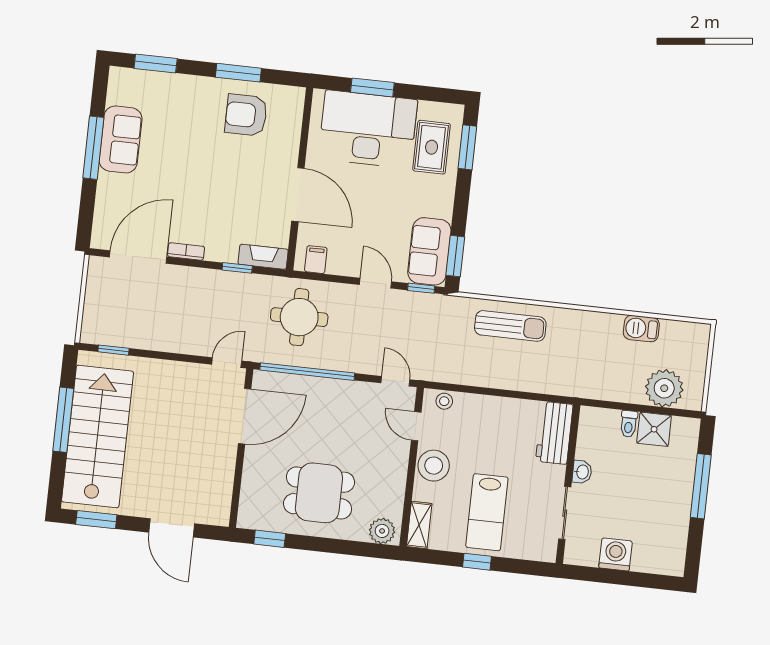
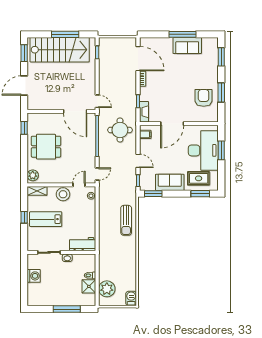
sofa: (429, 251) -> (170, 182), moved
door: (375, 283) -> (138, 161), hinge flipped
barbecue: (641, 329) -> (131, 298), moved
dining table: (319, 493) -> (46, 147), turned 90

